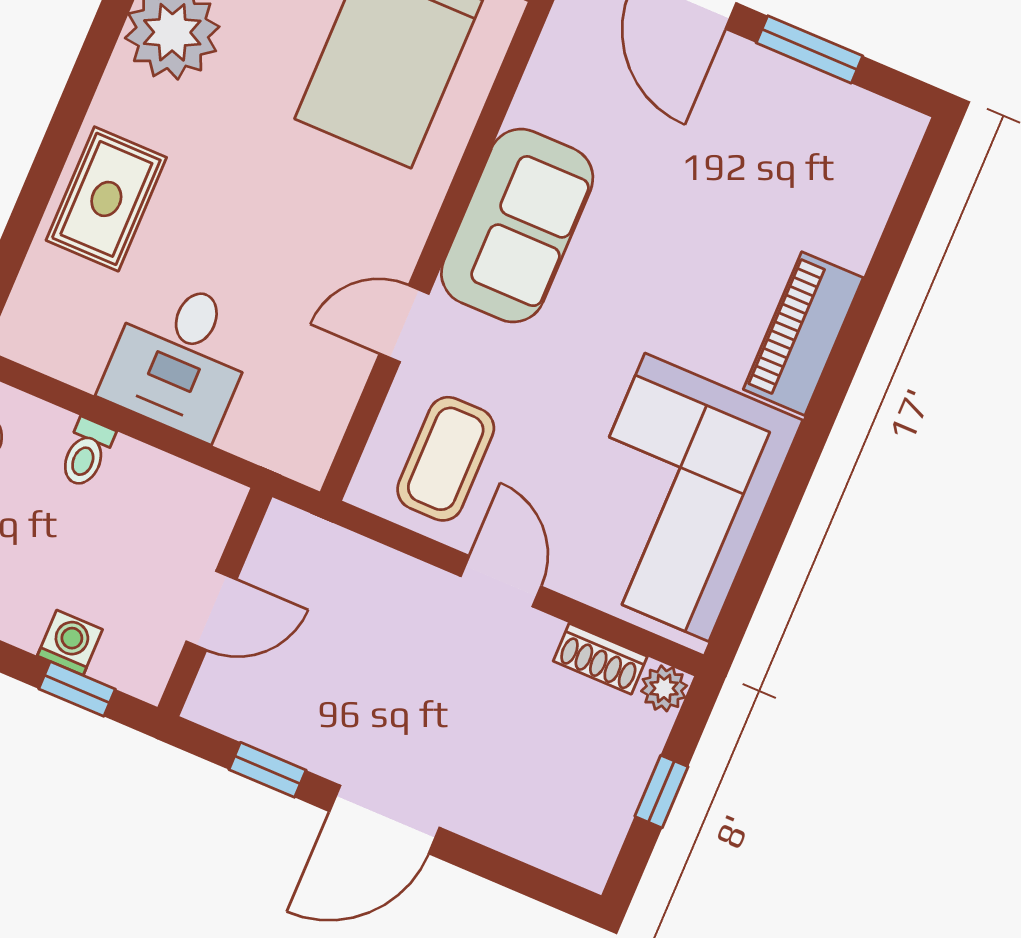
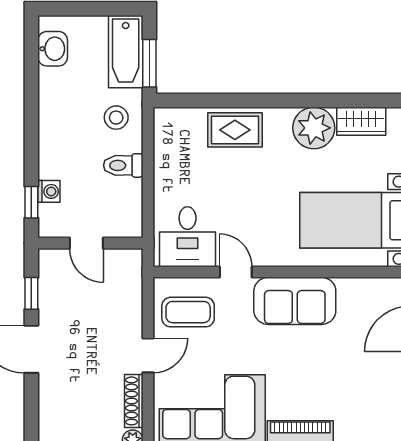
desk: (180, 358) -> (188, 237), moved, turned -90
toilet: (86, 453) -> (123, 165), width x1.37, depth x1.39
shoe rack: (600, 659) -> (134, 401), width x1.43

